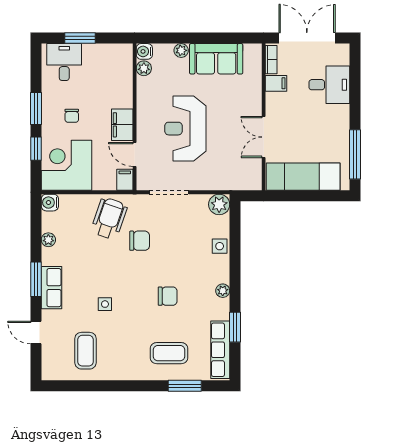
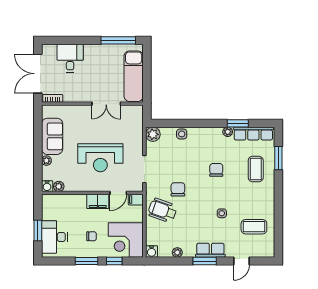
desk: (64, 62) -> (54, 237), width x1.37
filing cabinet: (276, 83) -> (69, 95), removed
plant: (223, 291) -> (228, 132), moved

